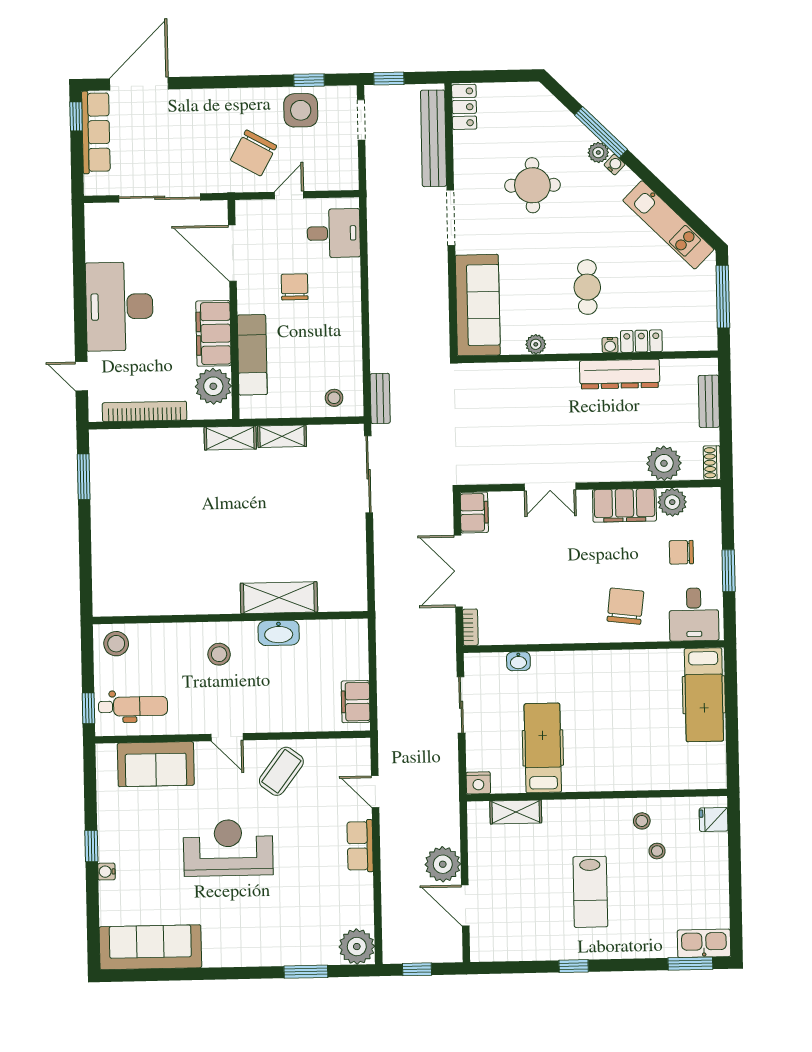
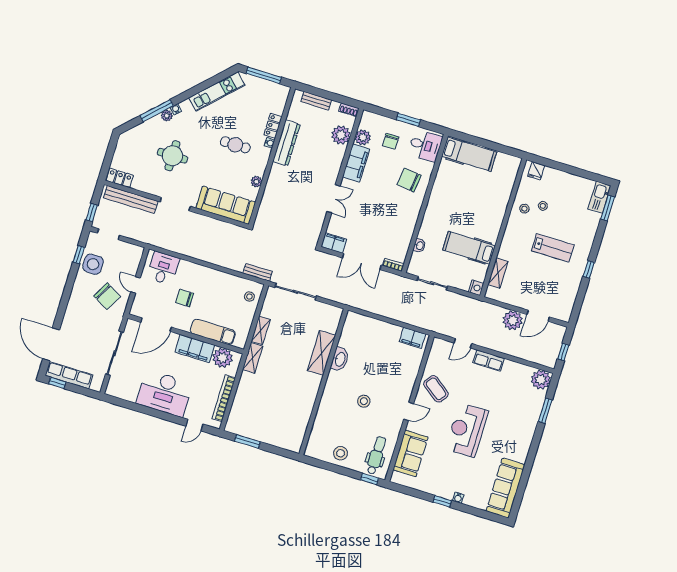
shelving: (279, 598) -> (321, 353), moved
wall: (230, 618) -> (324, 382), moved
washbasin: (279, 633) -> (340, 359), moved

